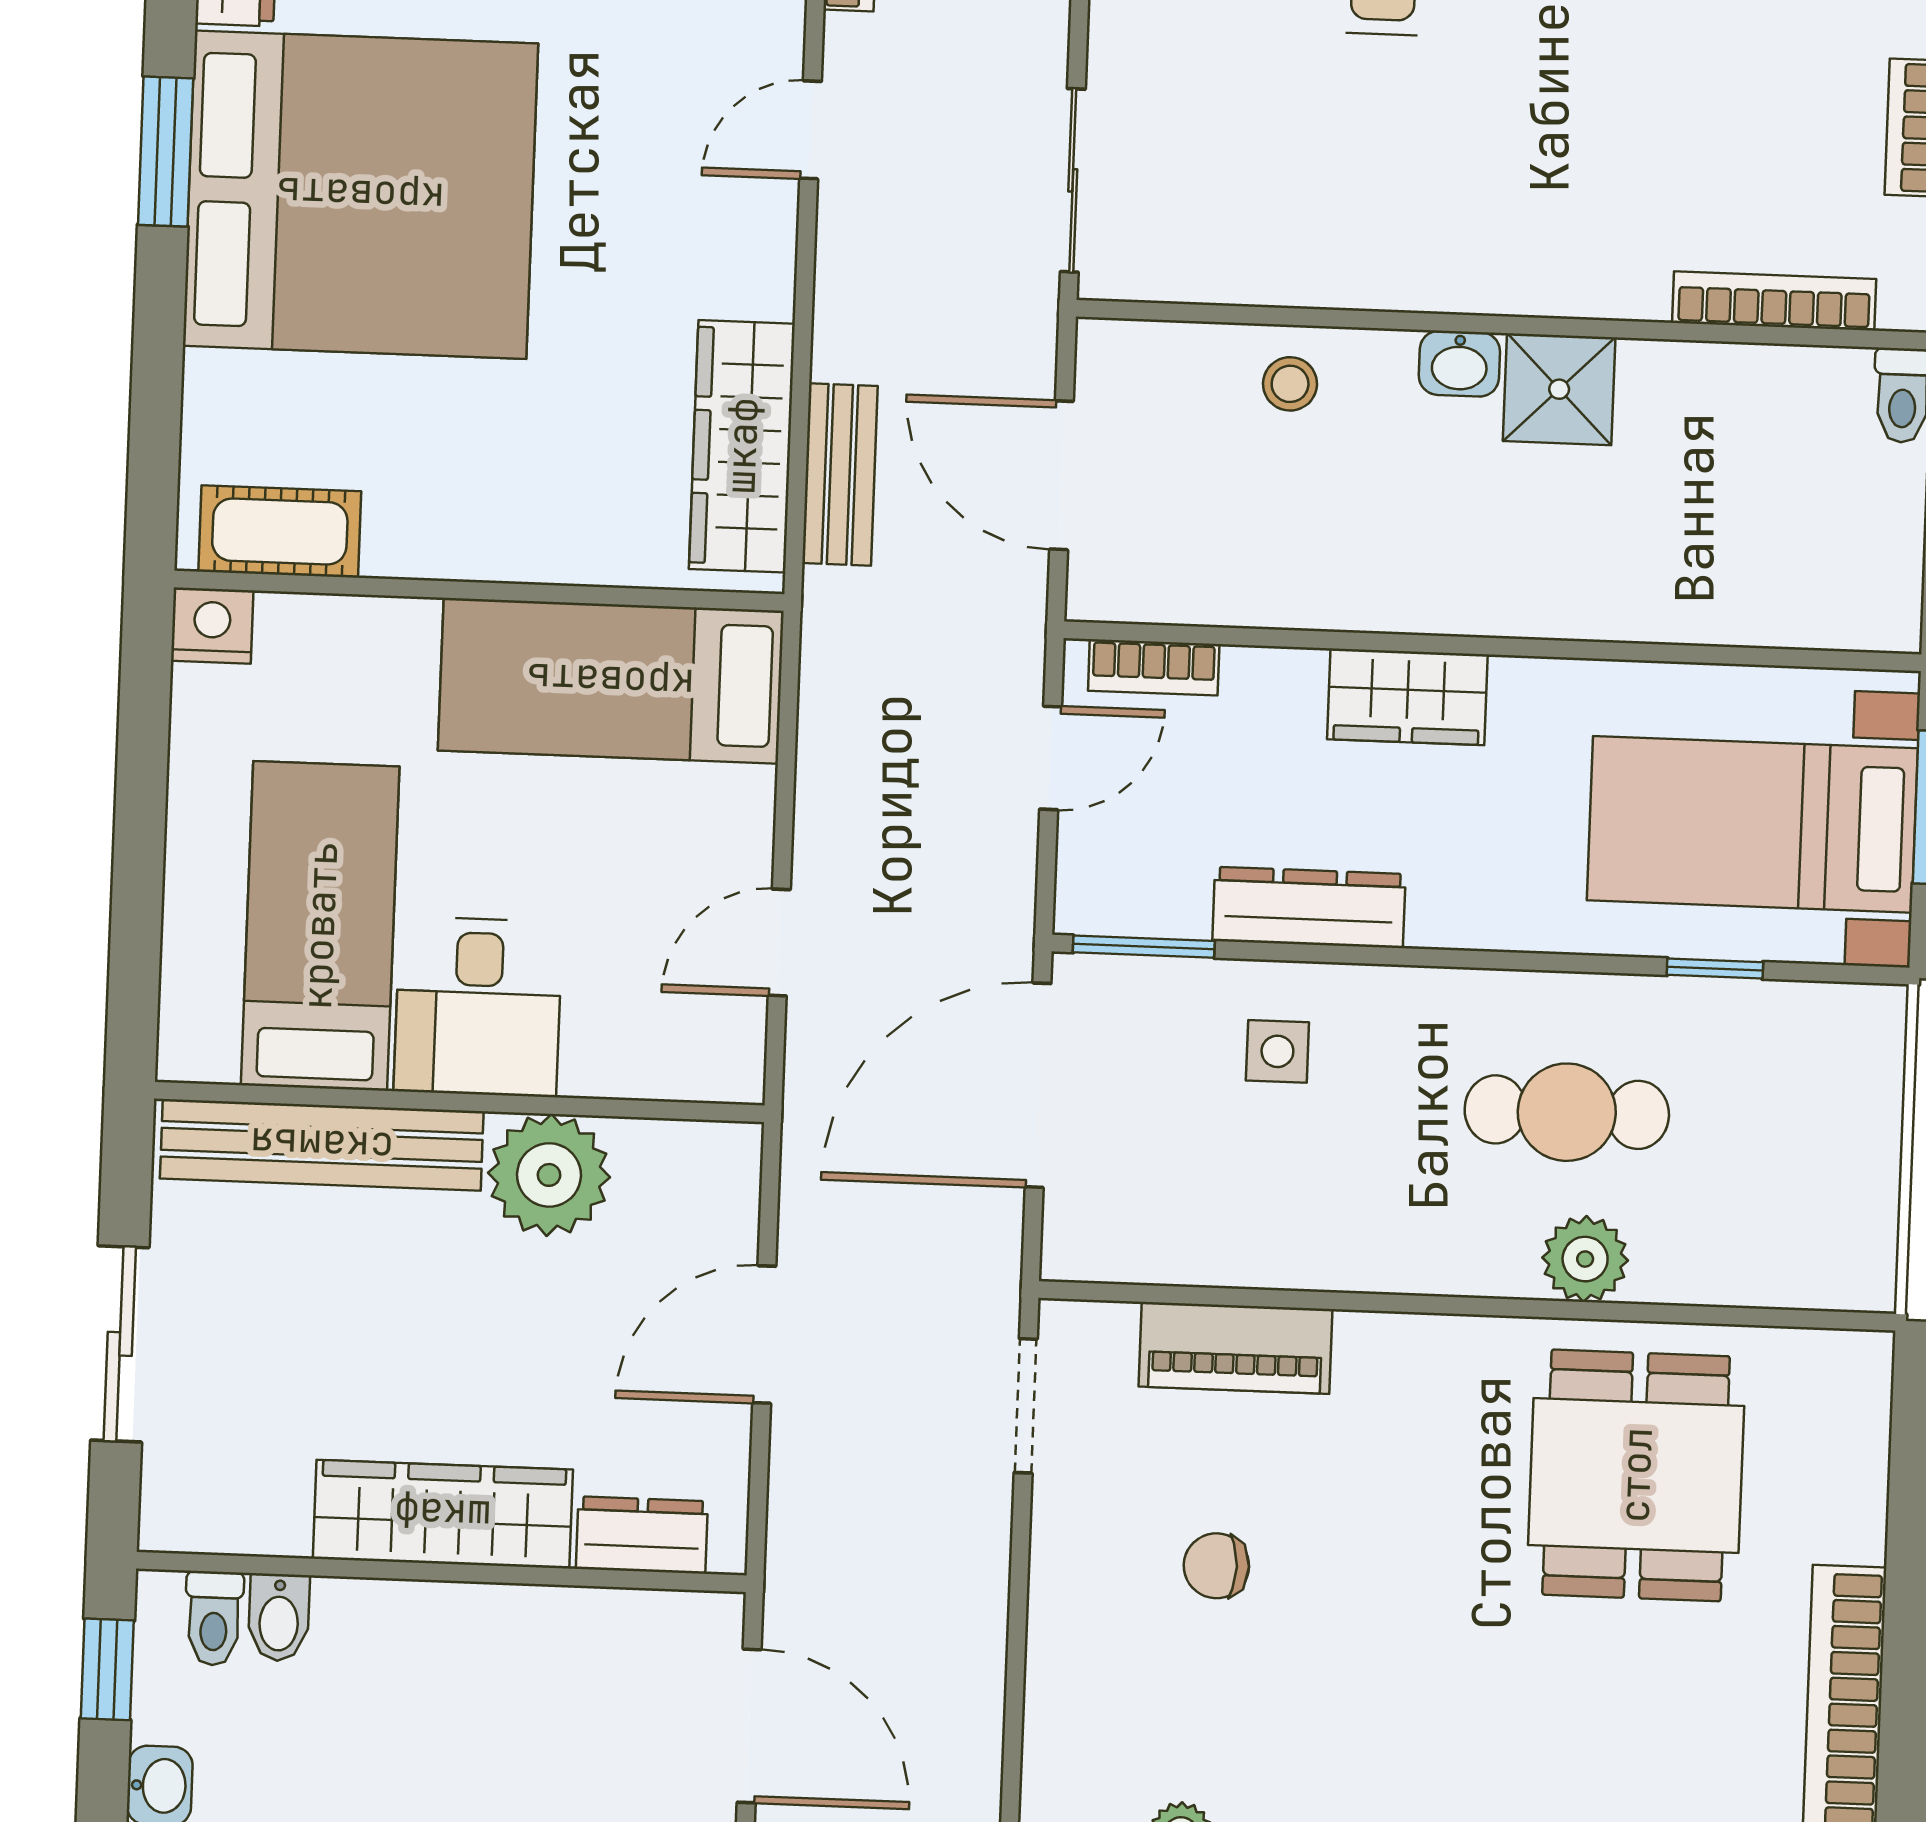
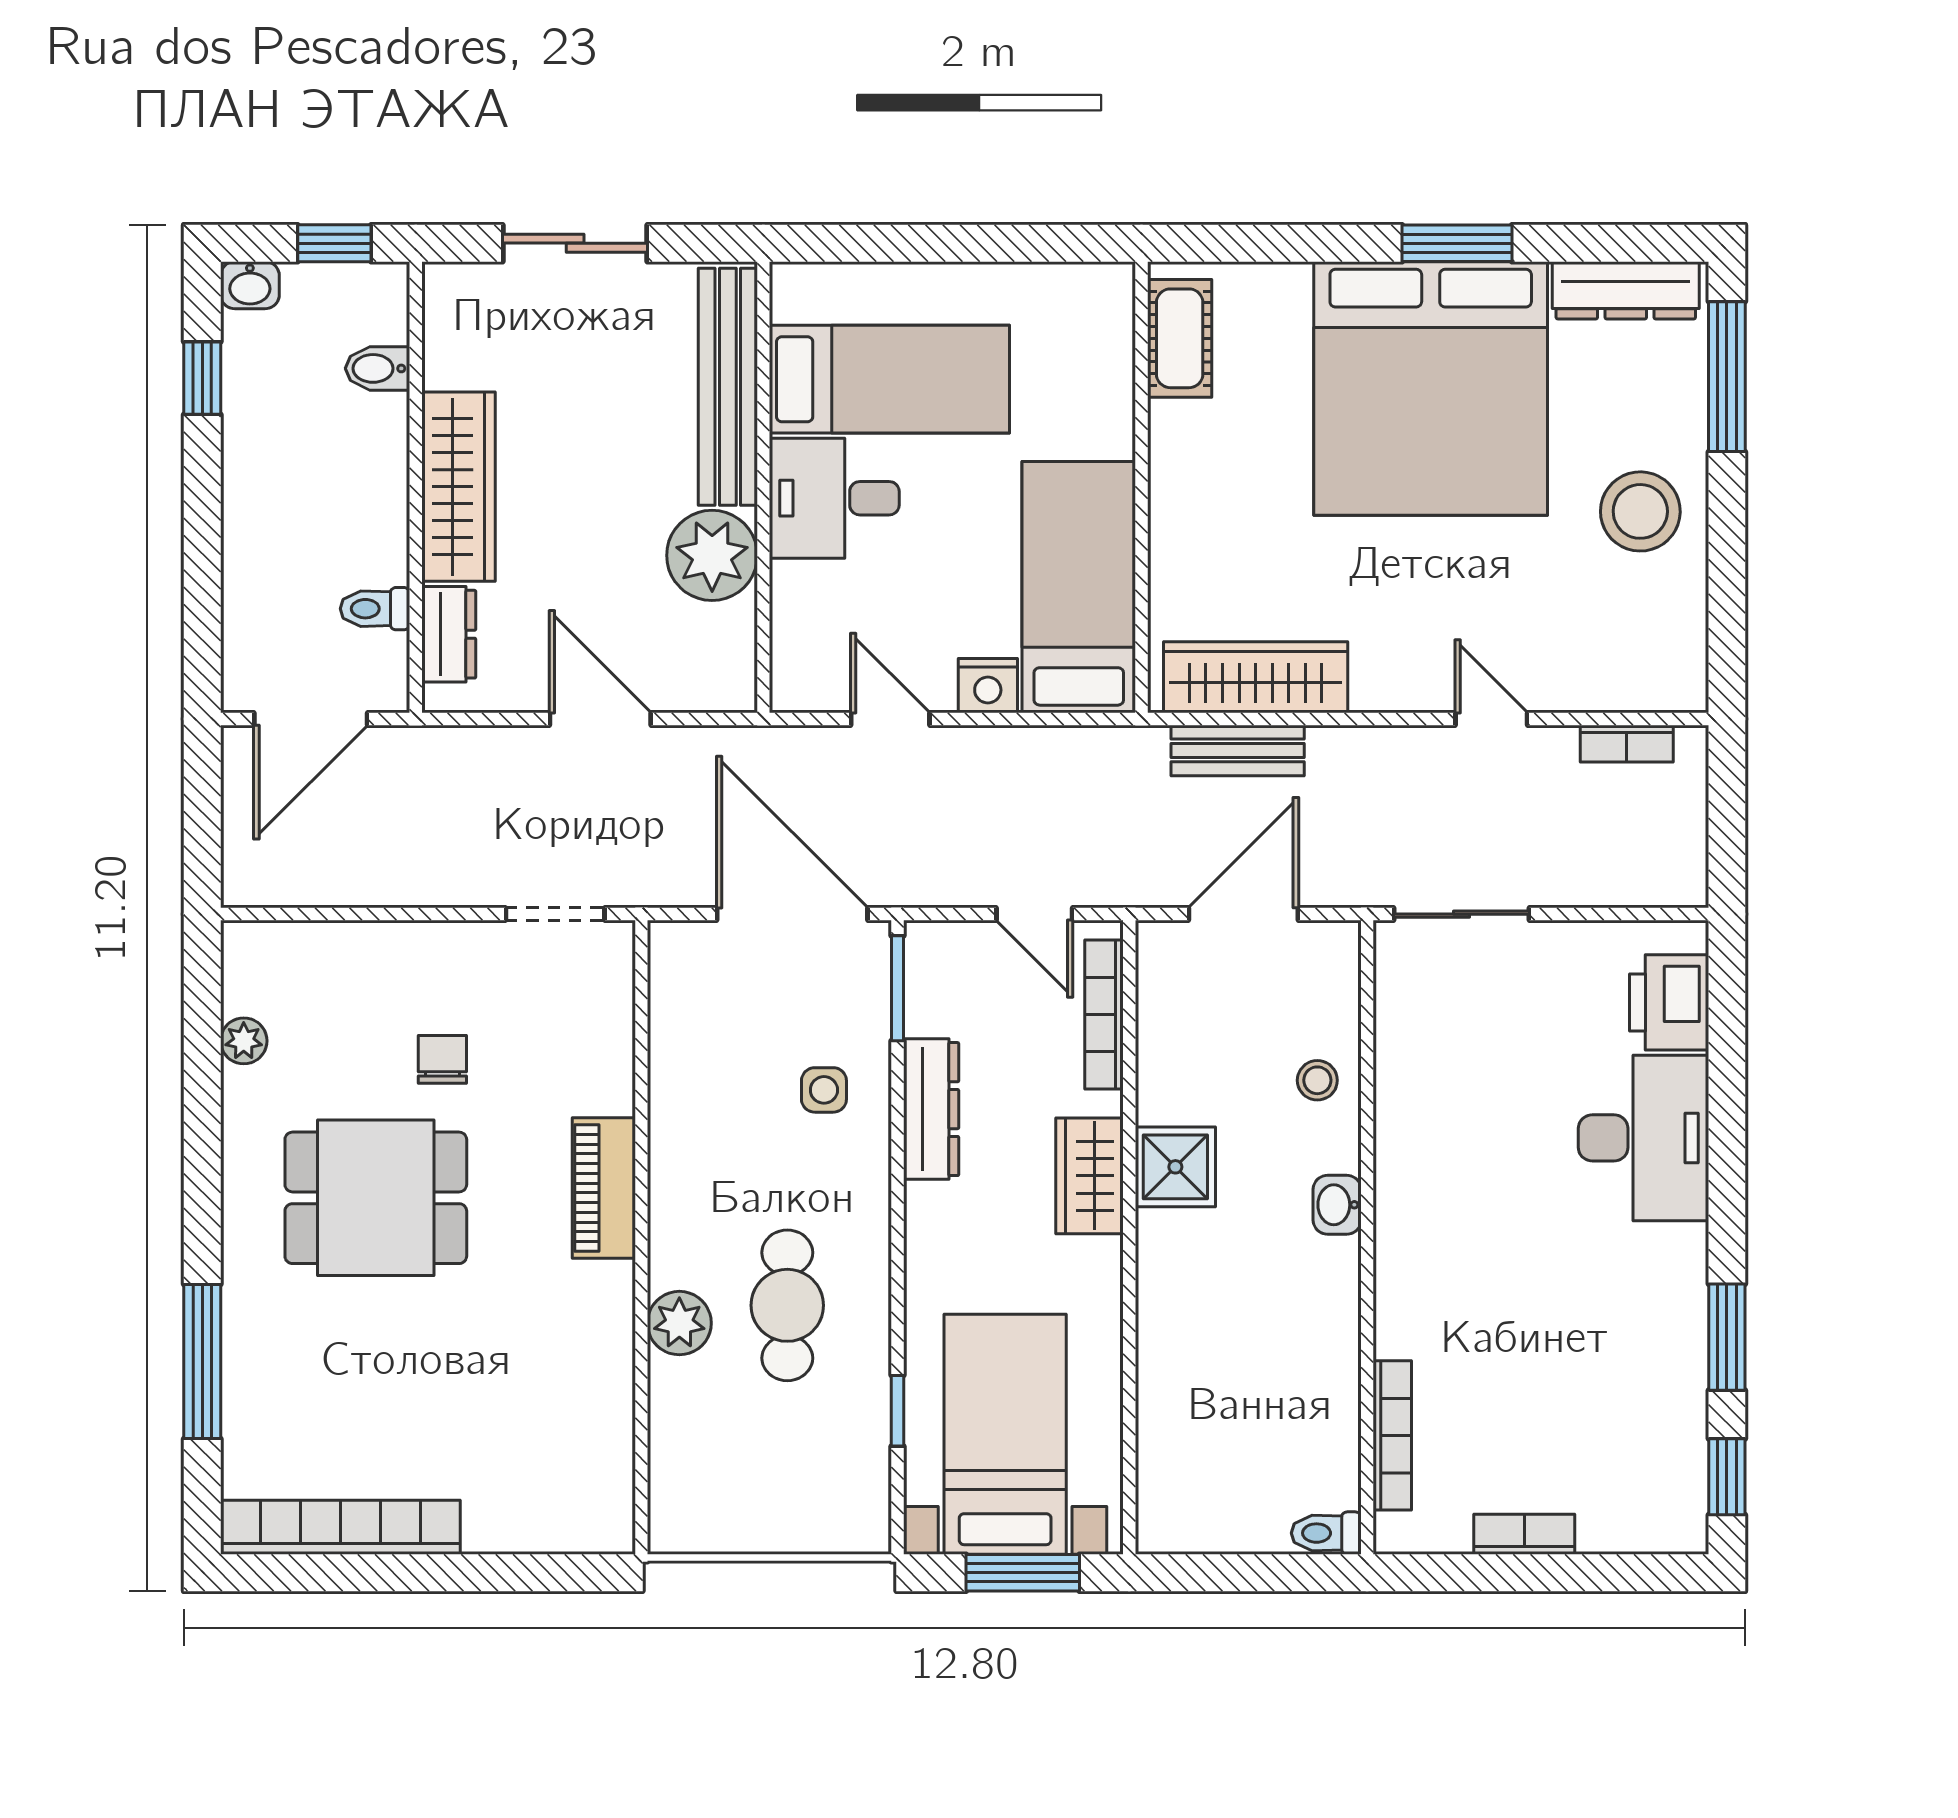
shower: (1559, 389) -> (1175, 1167), moved
nightstand: (212, 626) -> (988, 686), moved, turned 90
bookcase: (1154, 667) -> (1104, 1014), width x1.56
piano: (1236, 1348) -> (604, 1188), moved
dining table: (1636, 1475) -> (376, 1198), moved
toilet: (214, 1618) -> (375, 609), moved

